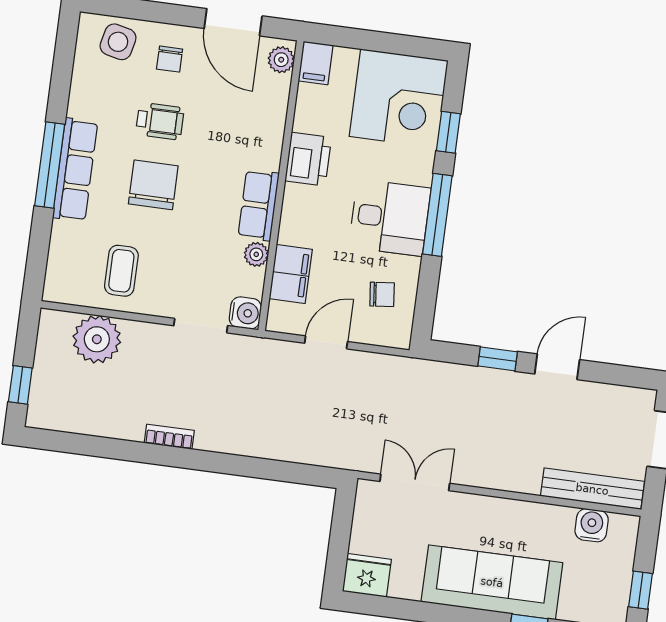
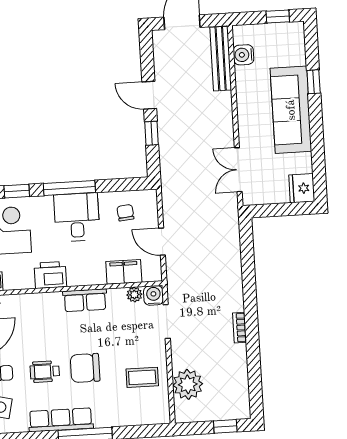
wheelchair: (160, 121) -> (45, 372), turned -90
row of seats: (75, 170) -> (61, 420), moved
plant: (256, 254) -> (134, 295), moved

